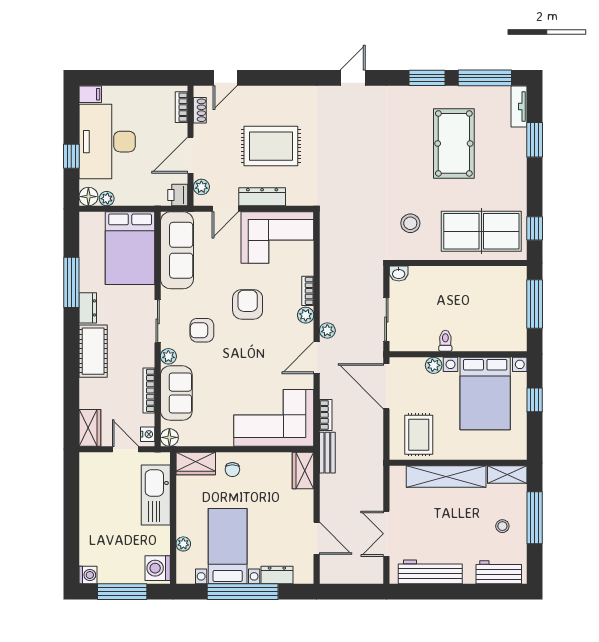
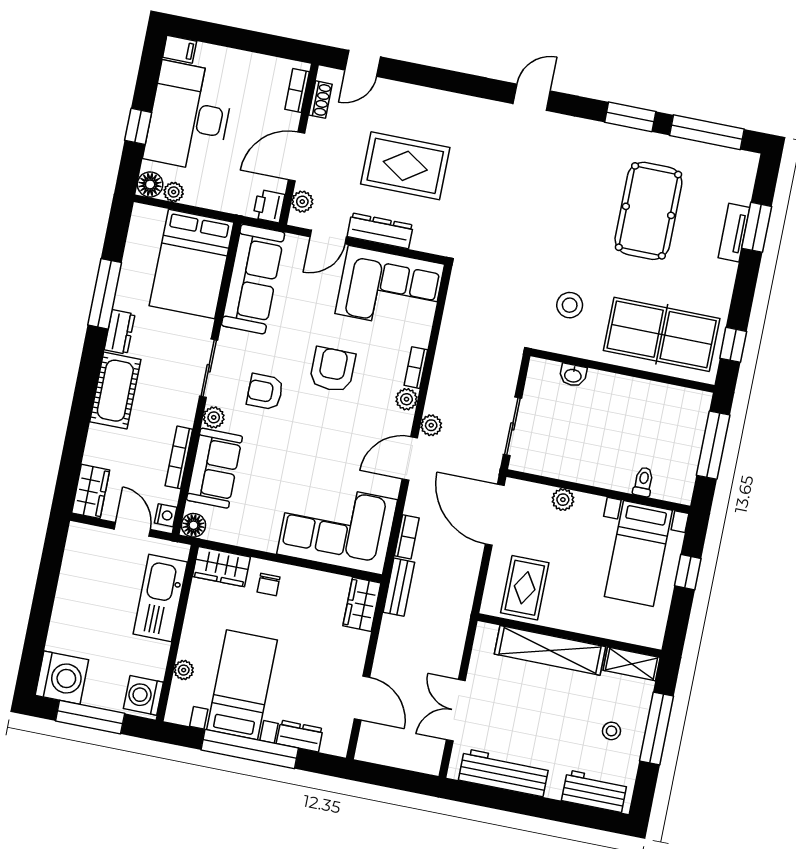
tv unit: (519, 107) -> (734, 233), moved
washbasin: (399, 274) -> (573, 375), moved
toilet: (445, 341) -> (643, 482), moved
bed with nightstands: (485, 393) -> (638, 553), width x0.73
washing machine: (88, 575) -> (62, 678), width x1.89, depth x1.89

